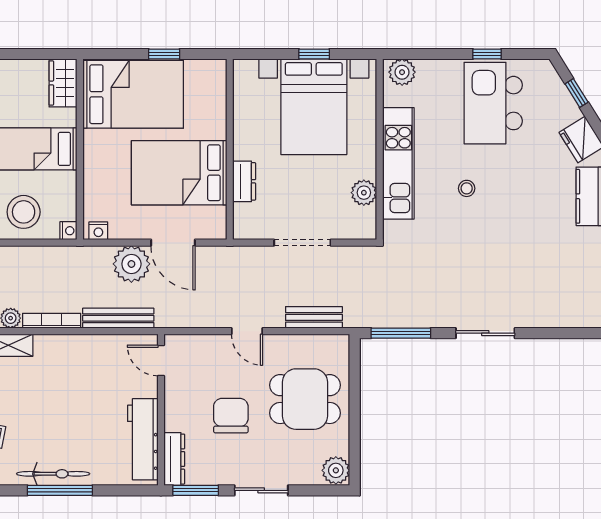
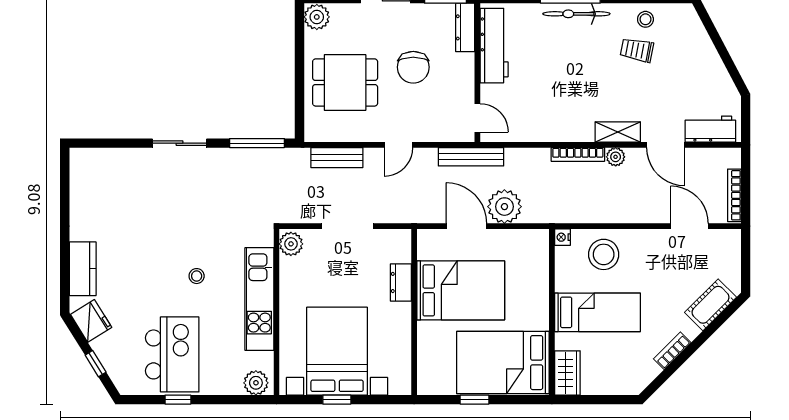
plant: (364, 193) -> (291, 244), moved
nightstand: (98, 231) -> (535, 237), removed
bench: (118, 318) -> (471, 157), moved
door: (247, 331) -> (398, 145), swing flipped

